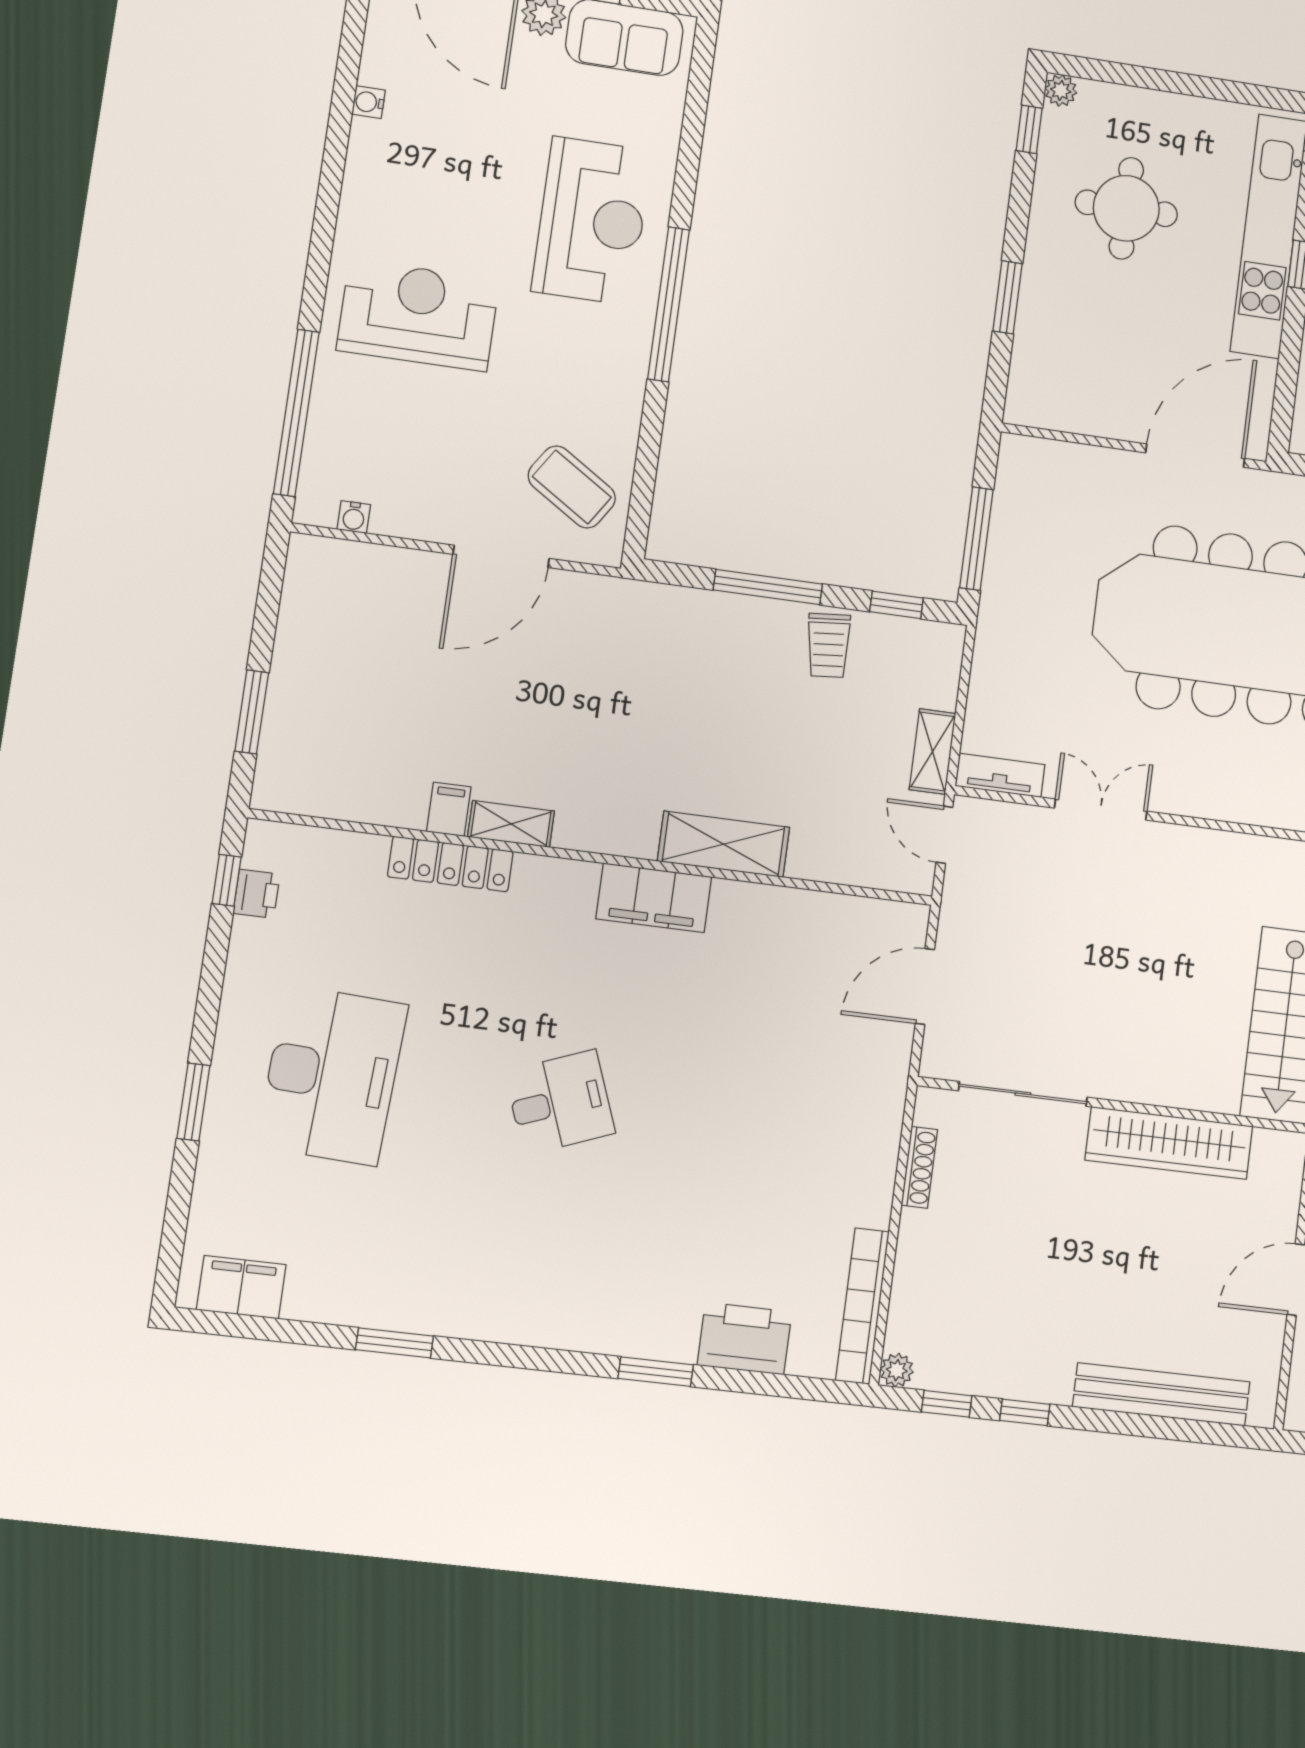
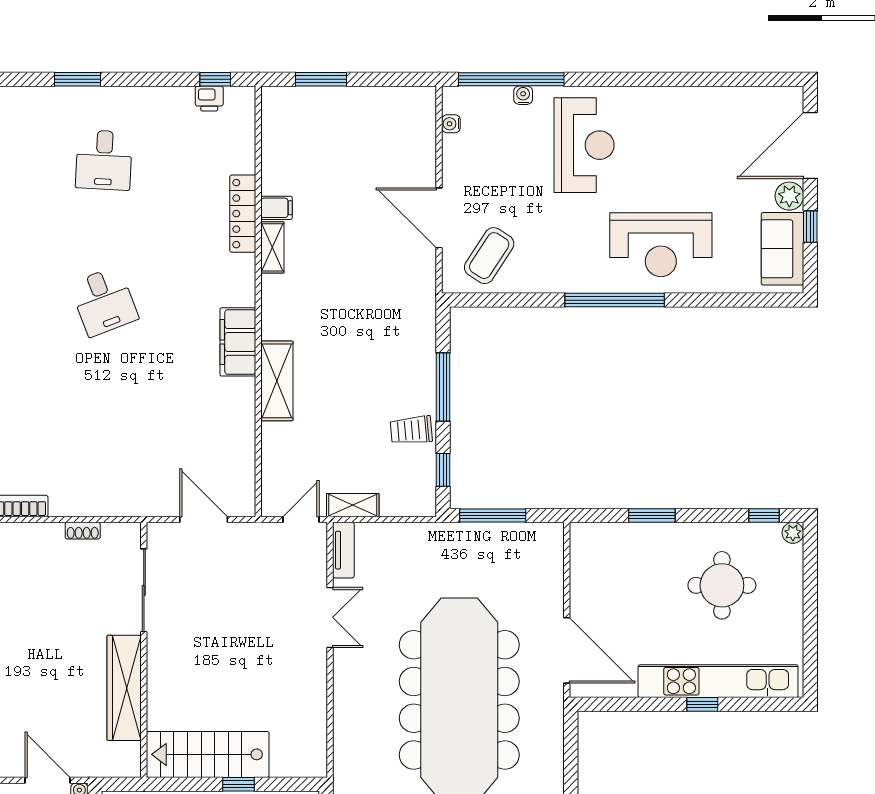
water cooler: (369, 102) -> (523, 95), moved
desk: (332, 1075) -> (104, 160), width x0.53, depth x0.77
shoe rack: (919, 1167) -> (83, 531), width x0.70

